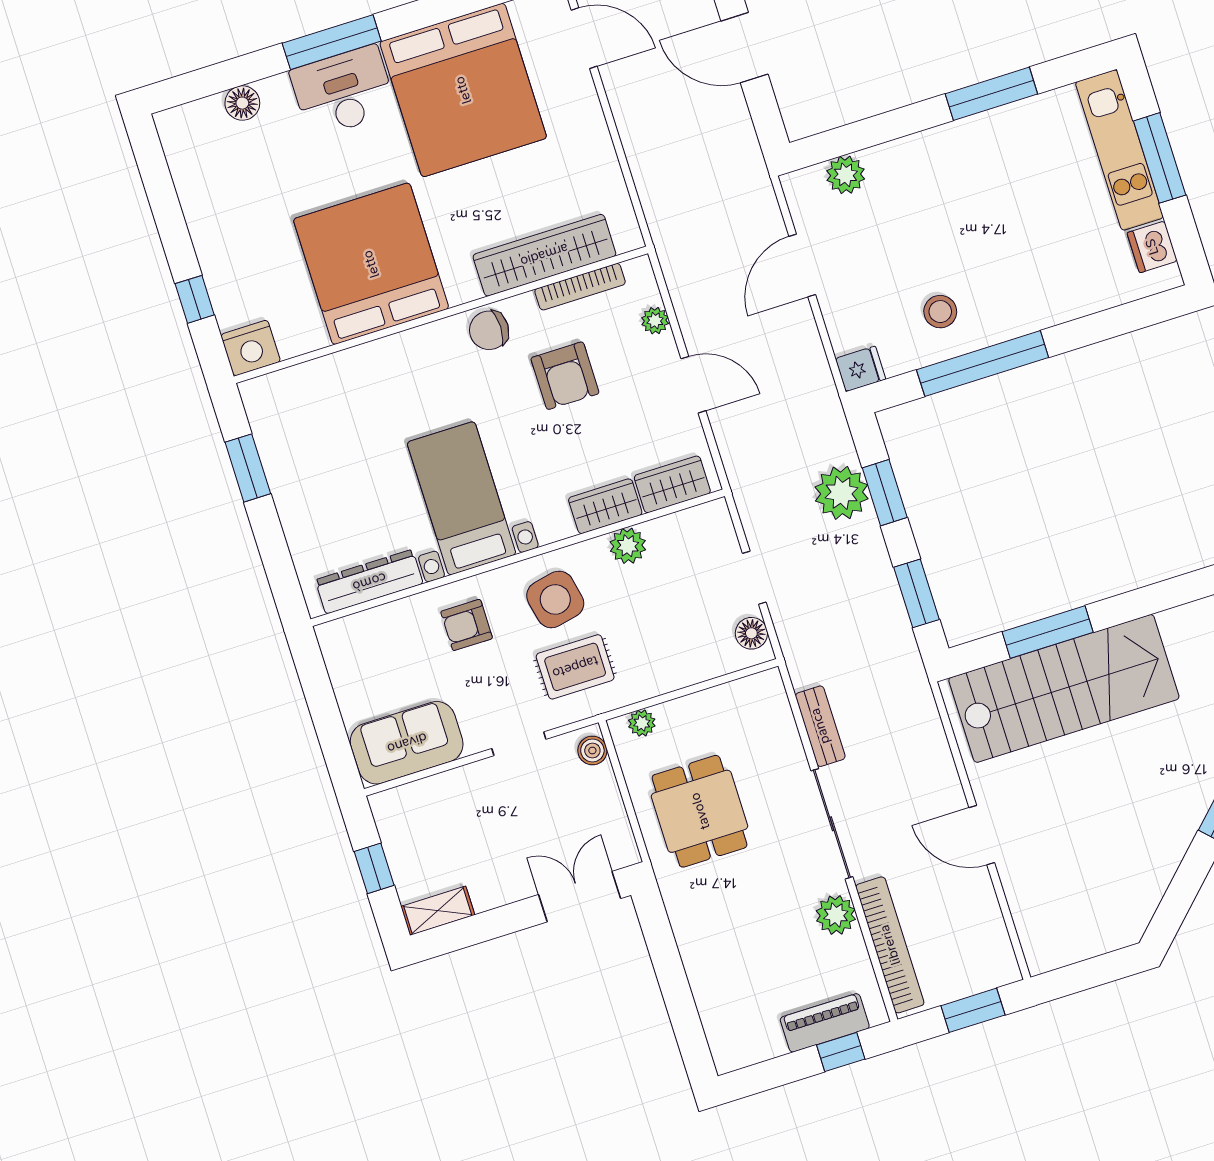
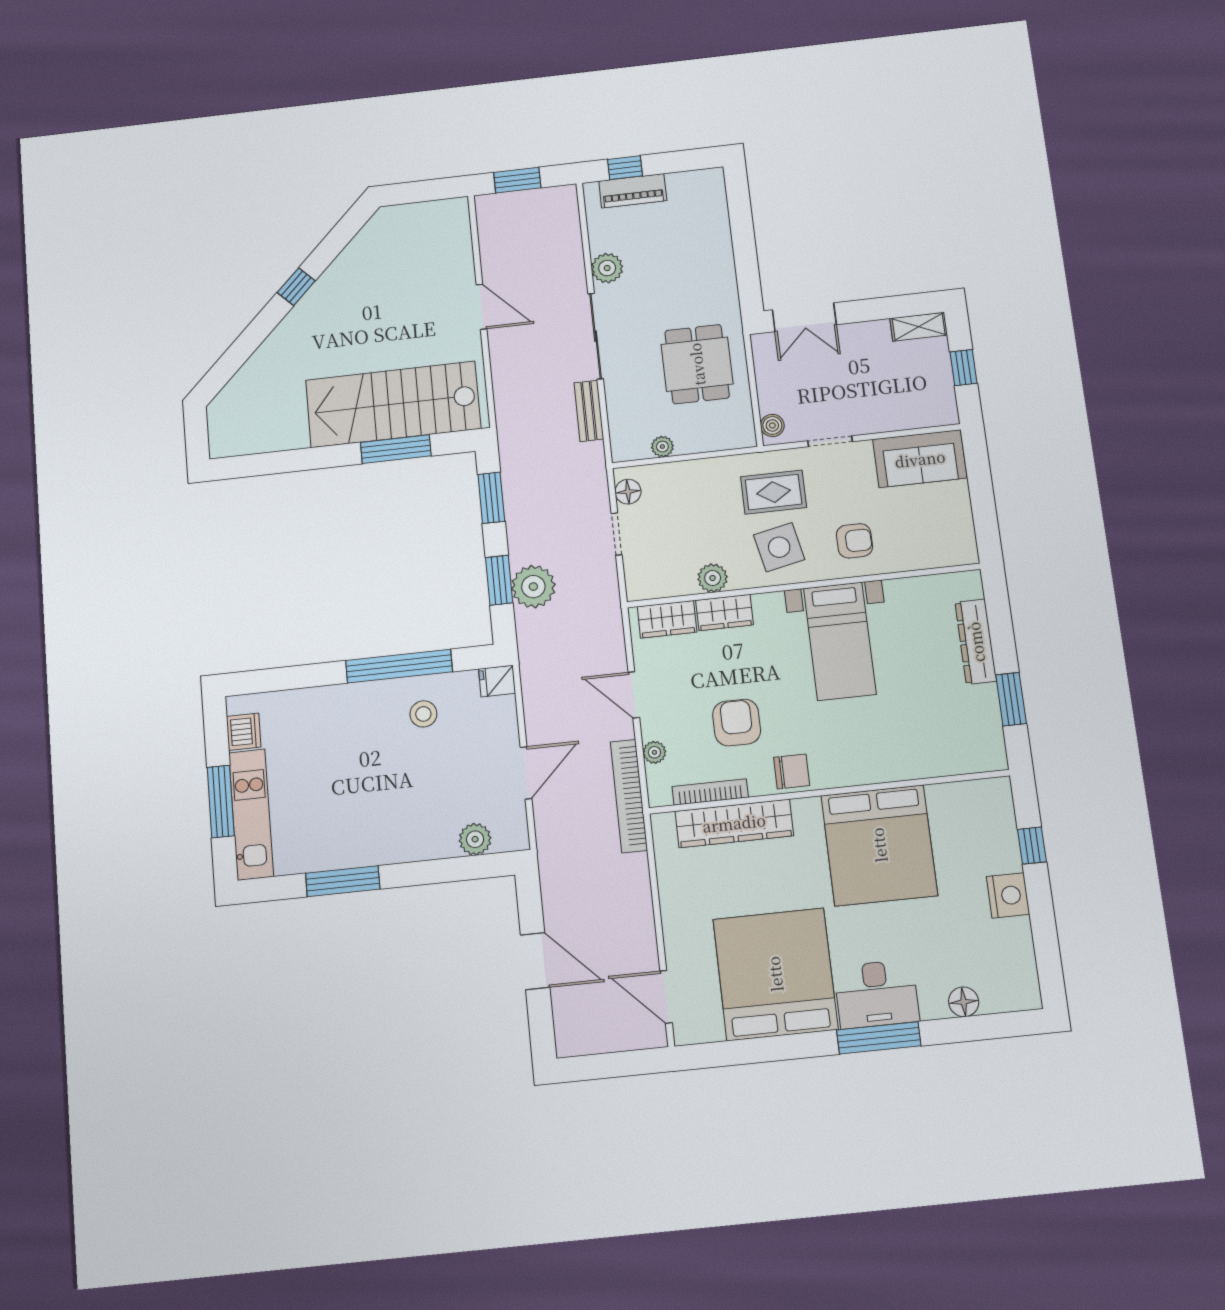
nightstand: (251, 348) -> (1008, 895), moved, turned 90
dresser: (369, 582) -> (976, 642), moved, turned 90
plant: (642, 723) -> (662, 447), moved
bookcase: (890, 945) -> (629, 796), moved

